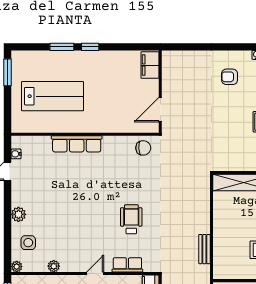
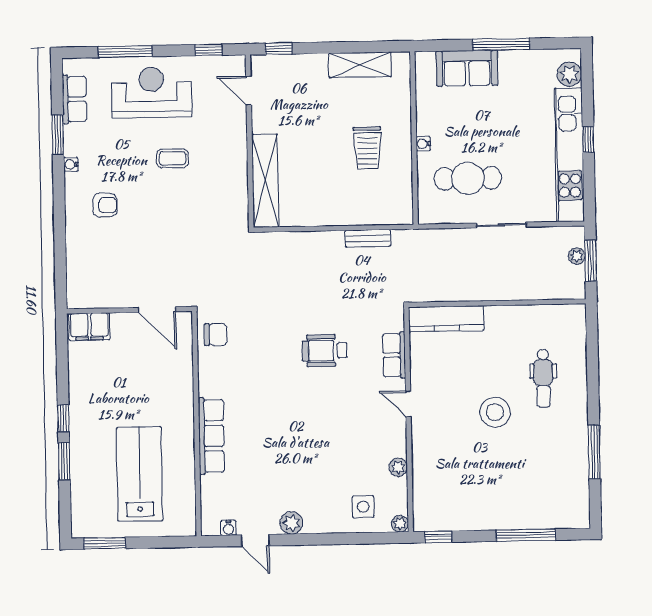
armchair: (230, 77) -> (105, 205), turned -90
chair: (143, 148) -> (216, 334), turned 93
plant: (18, 214) -> (291, 523), moved

